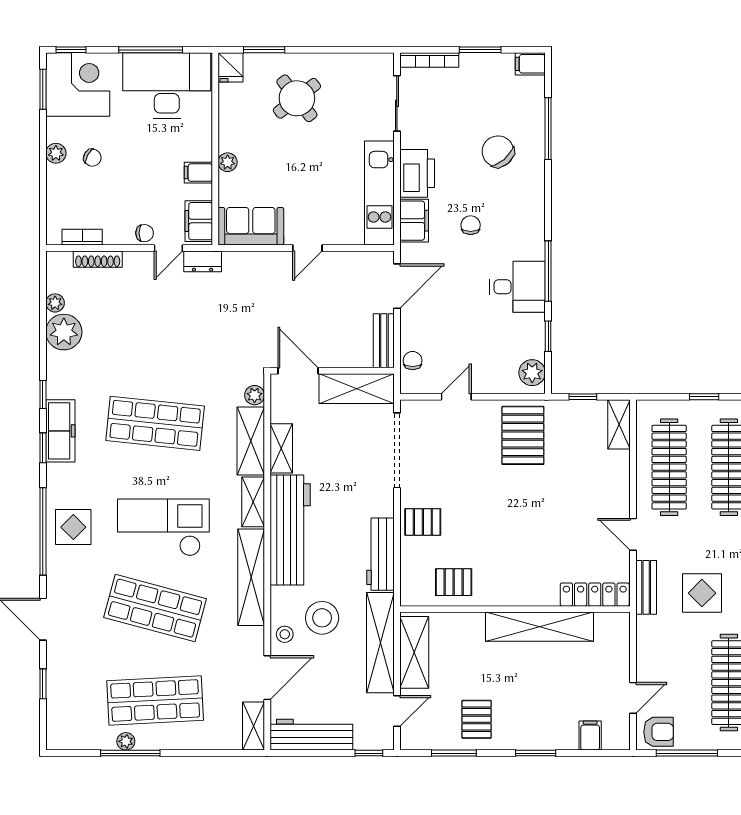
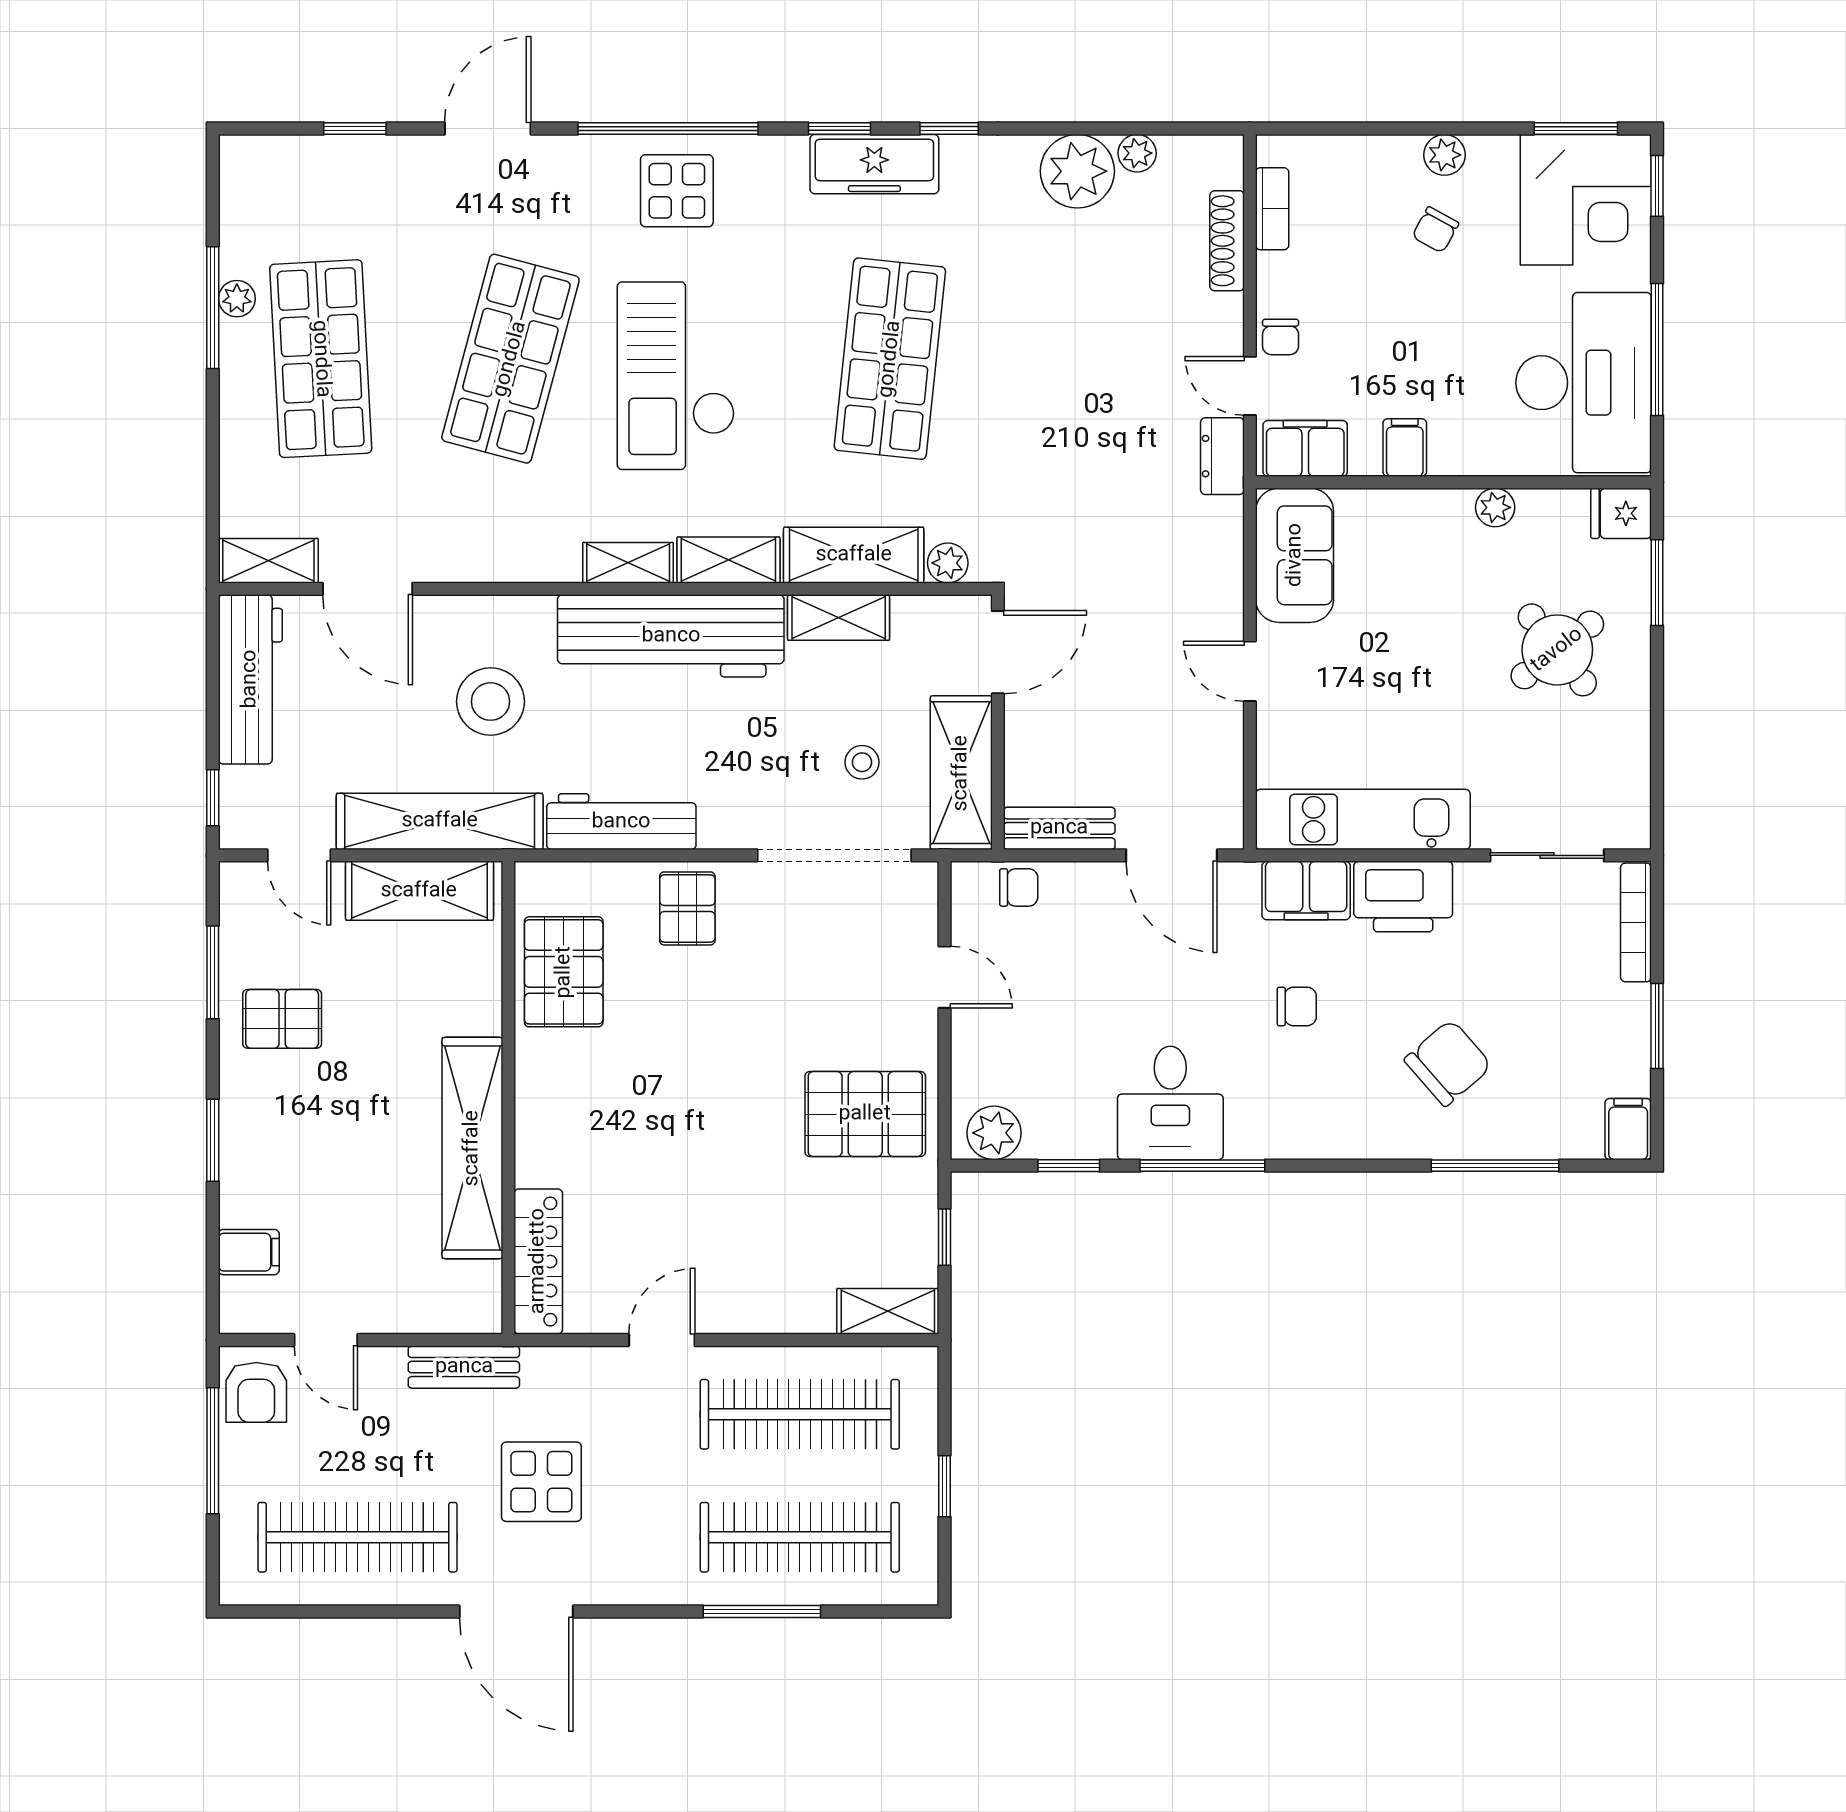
plant: (228, 162) -> (1495, 507), moved
checkout: (163, 527) -> (676, 376), turned 180
shelving: (251, 577) -> (628, 563), width x0.45, depth x0.75
pallet: (454, 582) -> (564, 972), width x1.50, depth x1.42
bench: (646, 587) -> (464, 1367), moved
stool: (285, 634) -> (862, 762), moved

